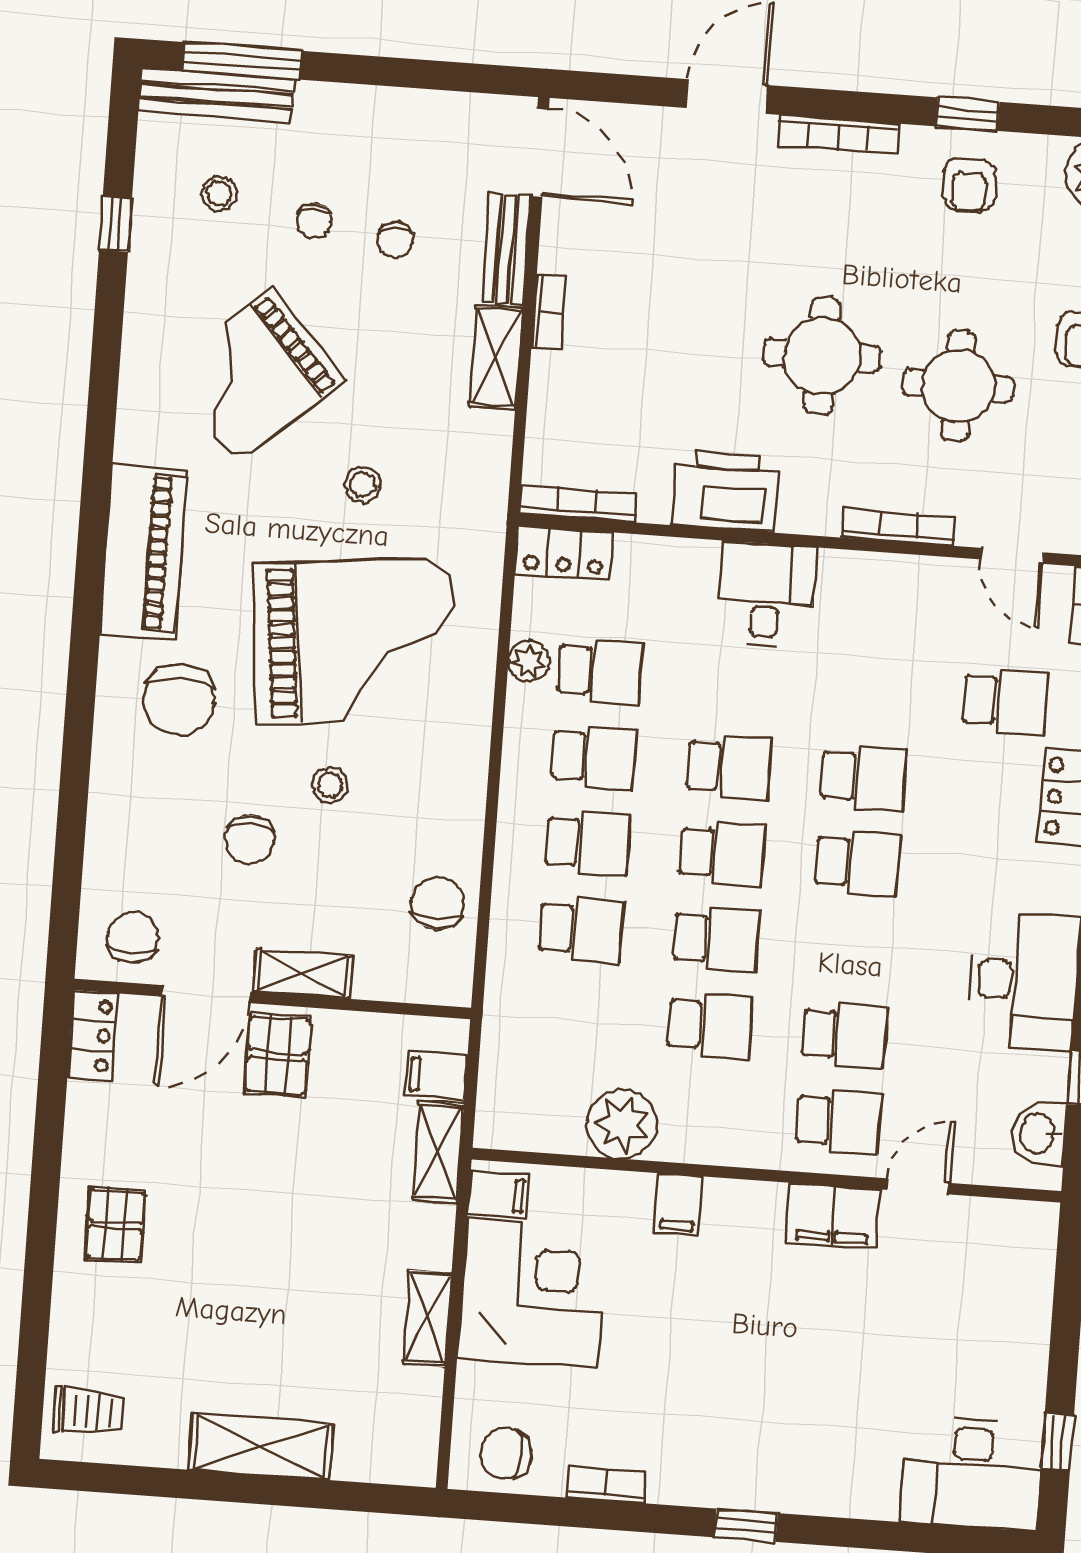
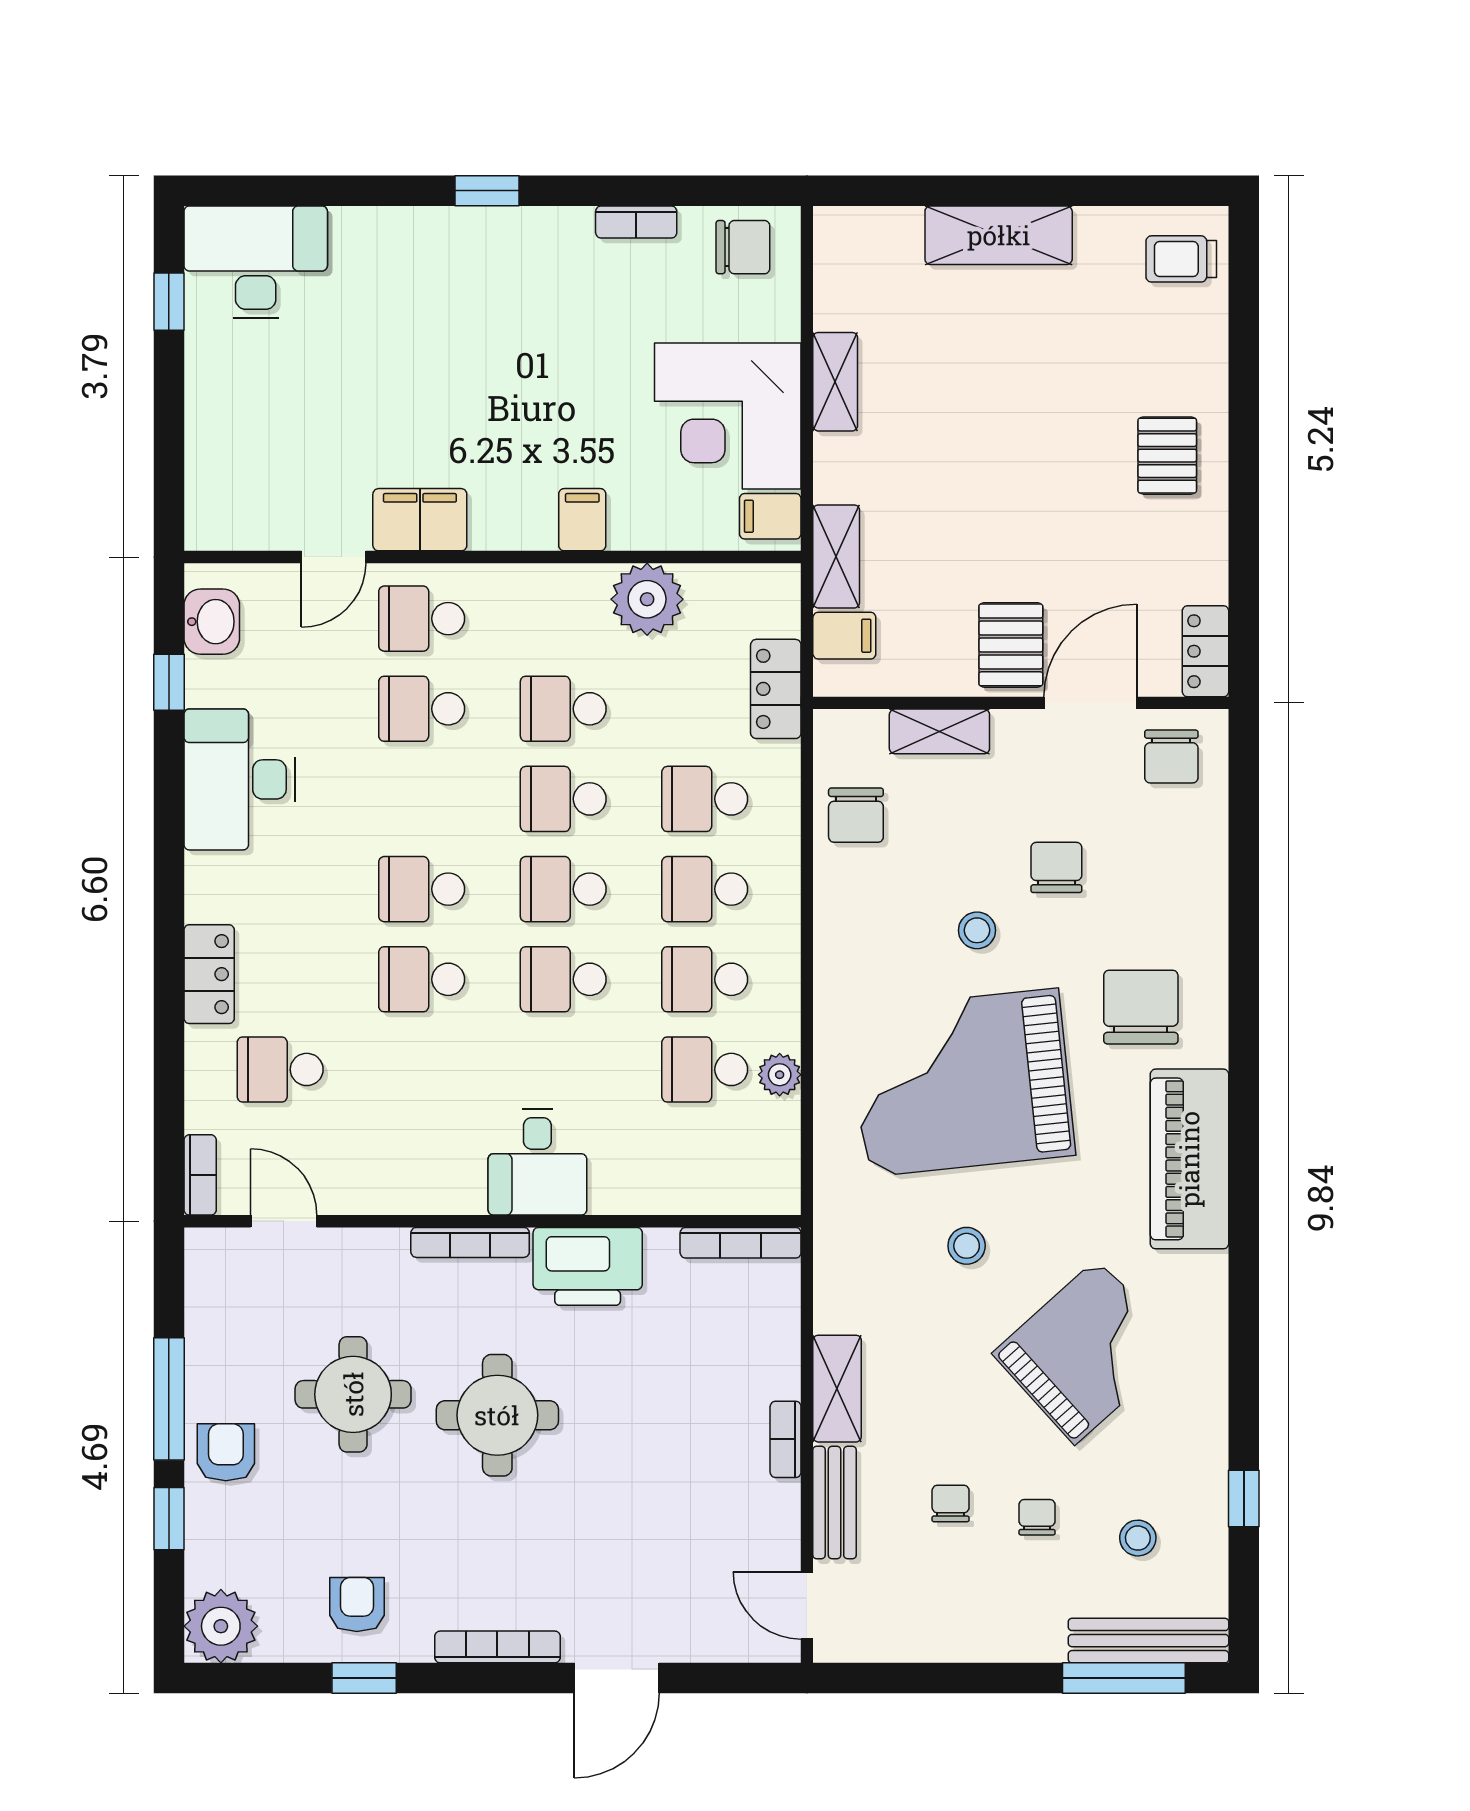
door: (540, 152) -> (807, 1605), width x0.73
bookcase: (898, 527) -> (470, 1242), moved
locker: (564, 553) -> (776, 689), moved, turned -90
shelving: (303, 974) -> (939, 731), moved

